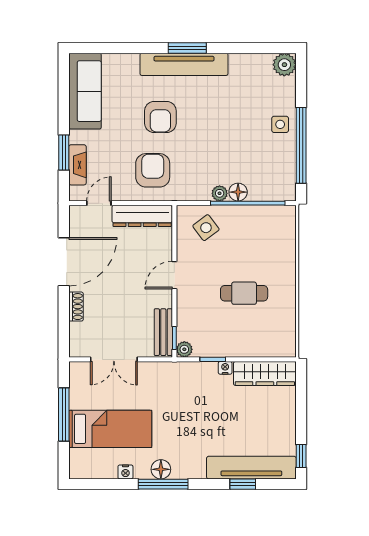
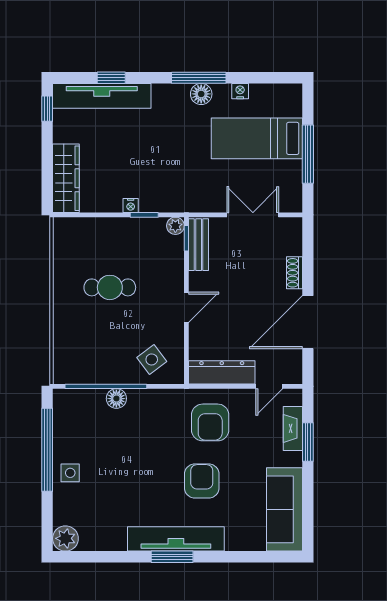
plant: (220, 193) -> (137, 397), removed
wardrobe: (265, 373) -> (66, 178), moved, turned 90

